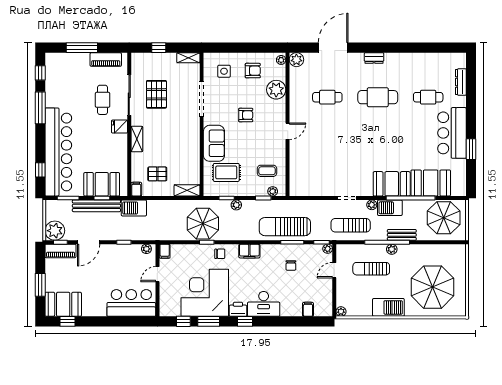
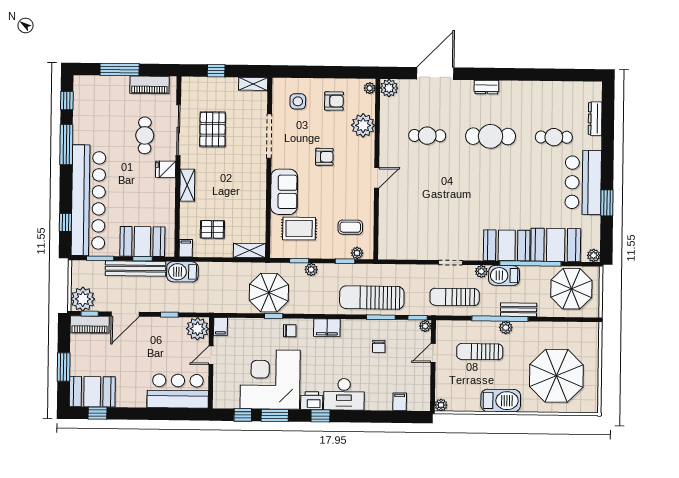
plant: (461, 191) -> (594, 255), added
plant: (146, 249) -> (198, 329), width x1.87, depth x1.87

